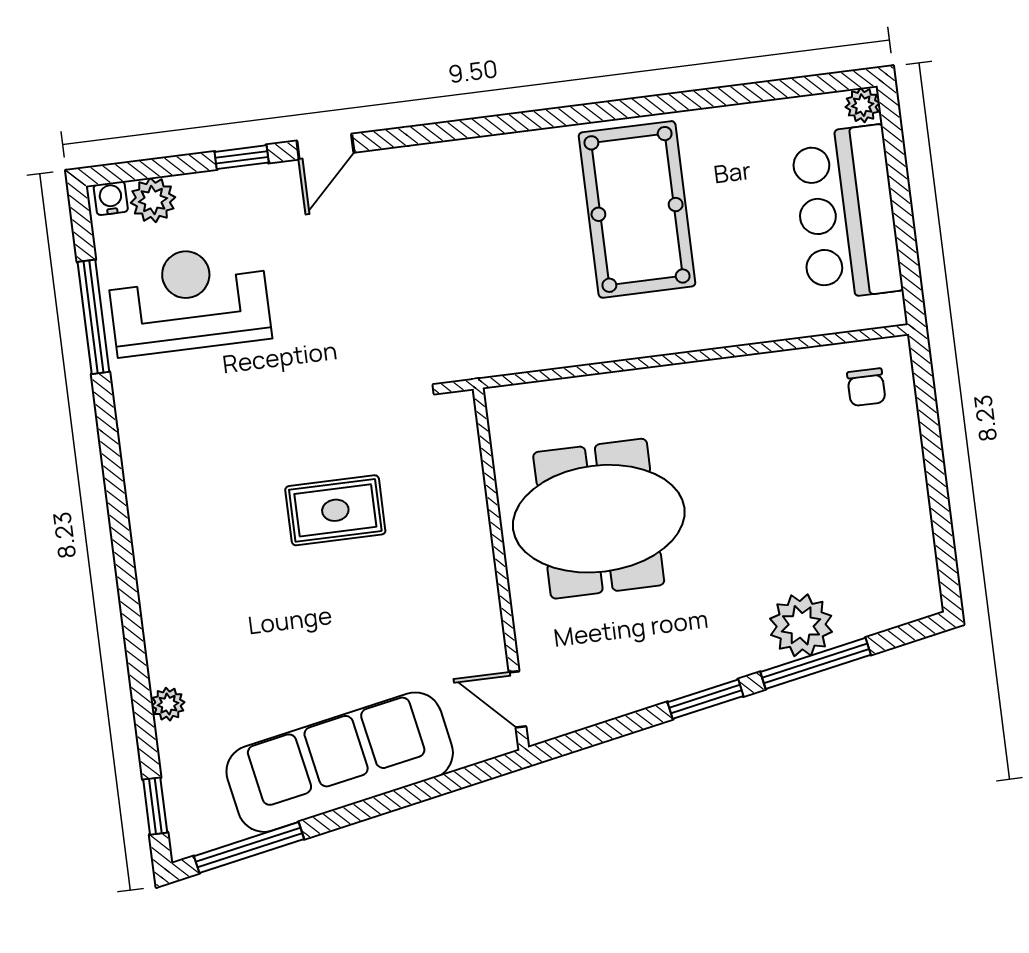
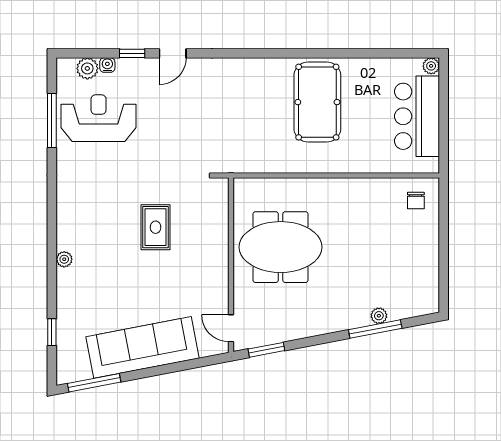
water cooler: (111, 198) -> (107, 65), moved
rug: (335, 510) -> (156, 227), turned 90
plant: (801, 625) -> (379, 316), width x0.53, depth x0.53
window: (705, 699) -> (266, 350), moved
plant: (168, 704) -> (64, 259), moved
window: (155, 806) -> (52, 332), moved

